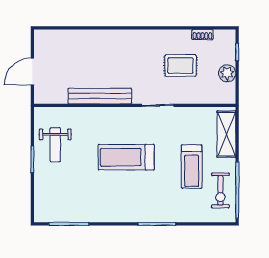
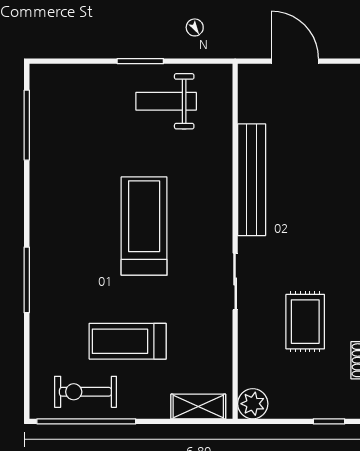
plant: (227, 73) -> (253, 404), moved
shelving: (226, 134) -> (198, 406), width x0.67, depth x0.75

